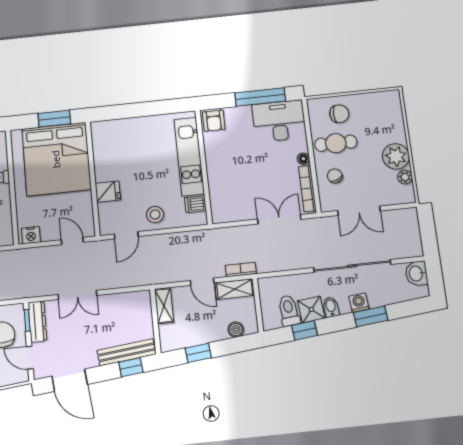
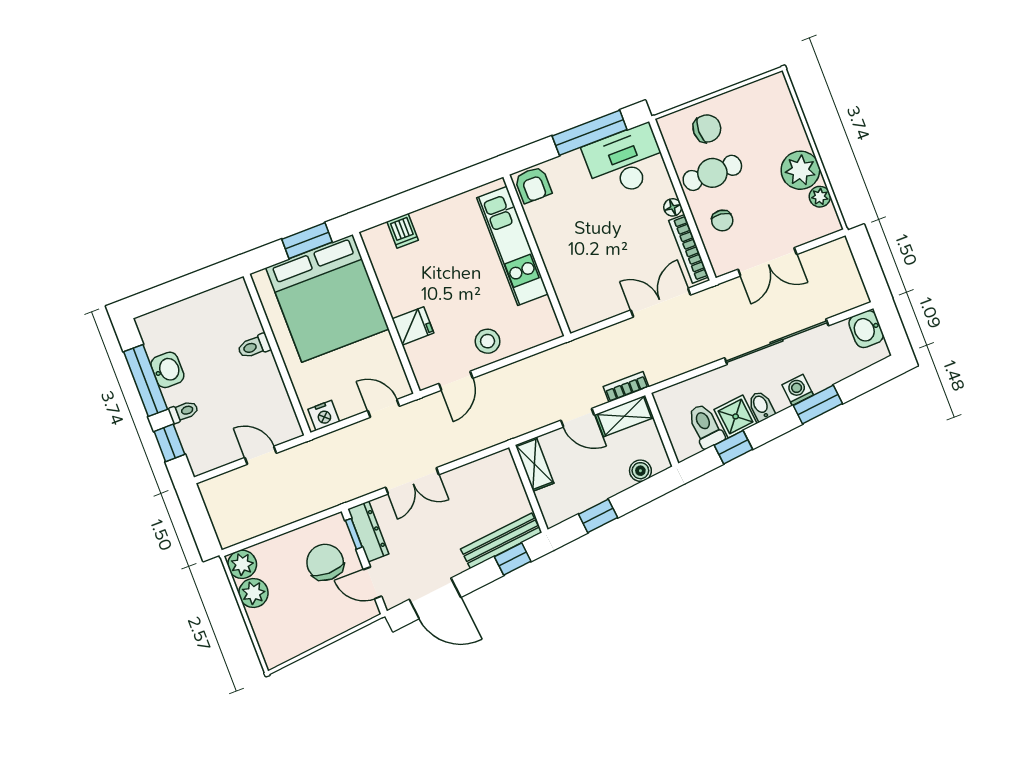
chair: (335, 176) -> (722, 221), turned -152
dishwasher: (195, 204) -> (403, 231), moved, turned -90

